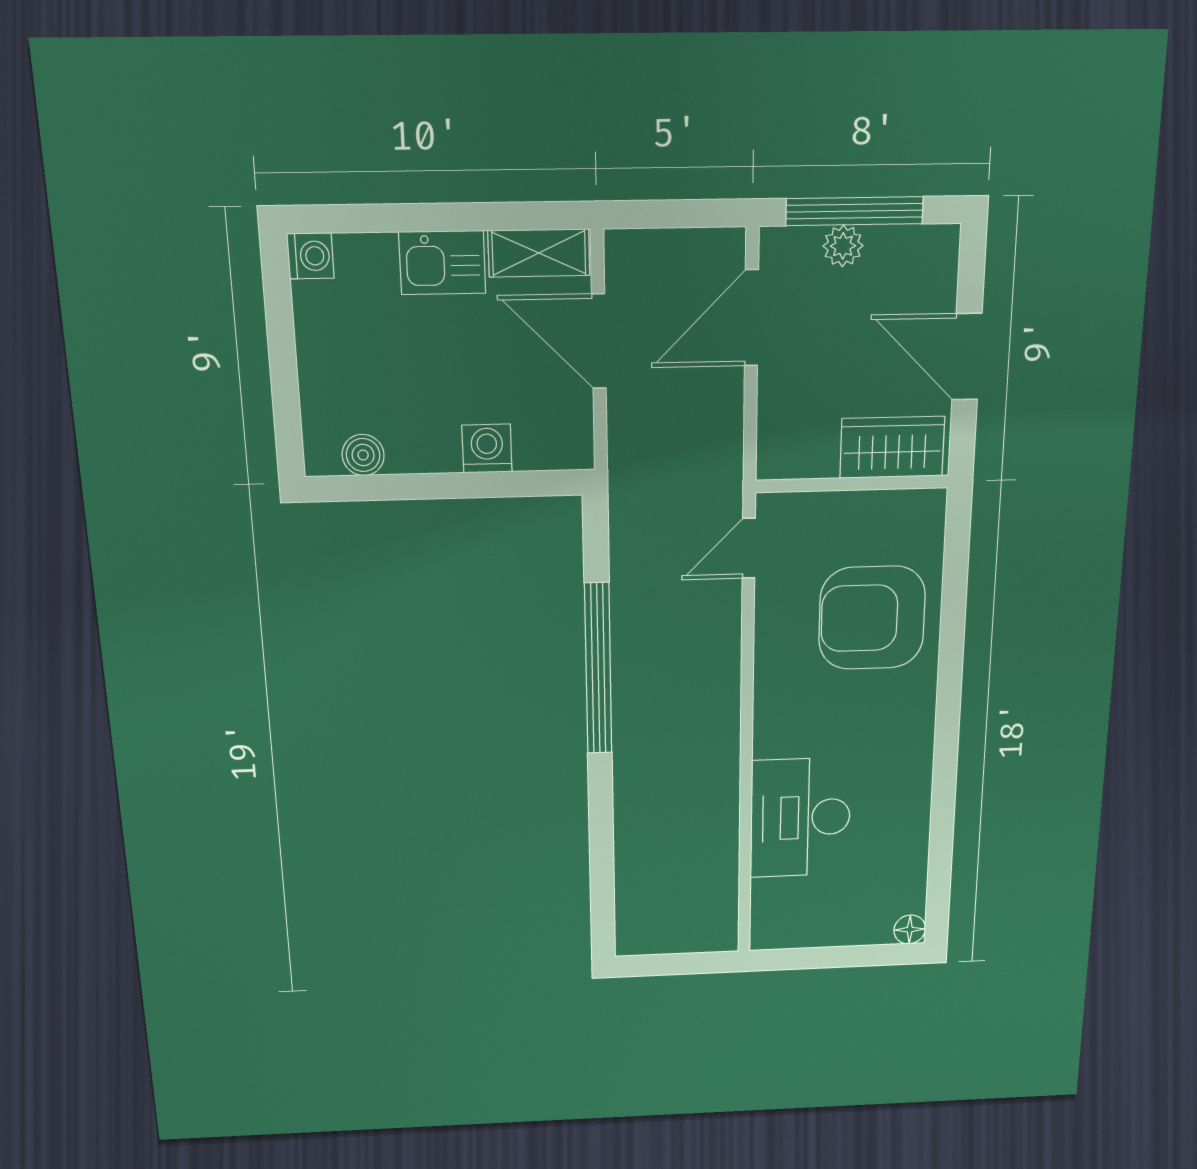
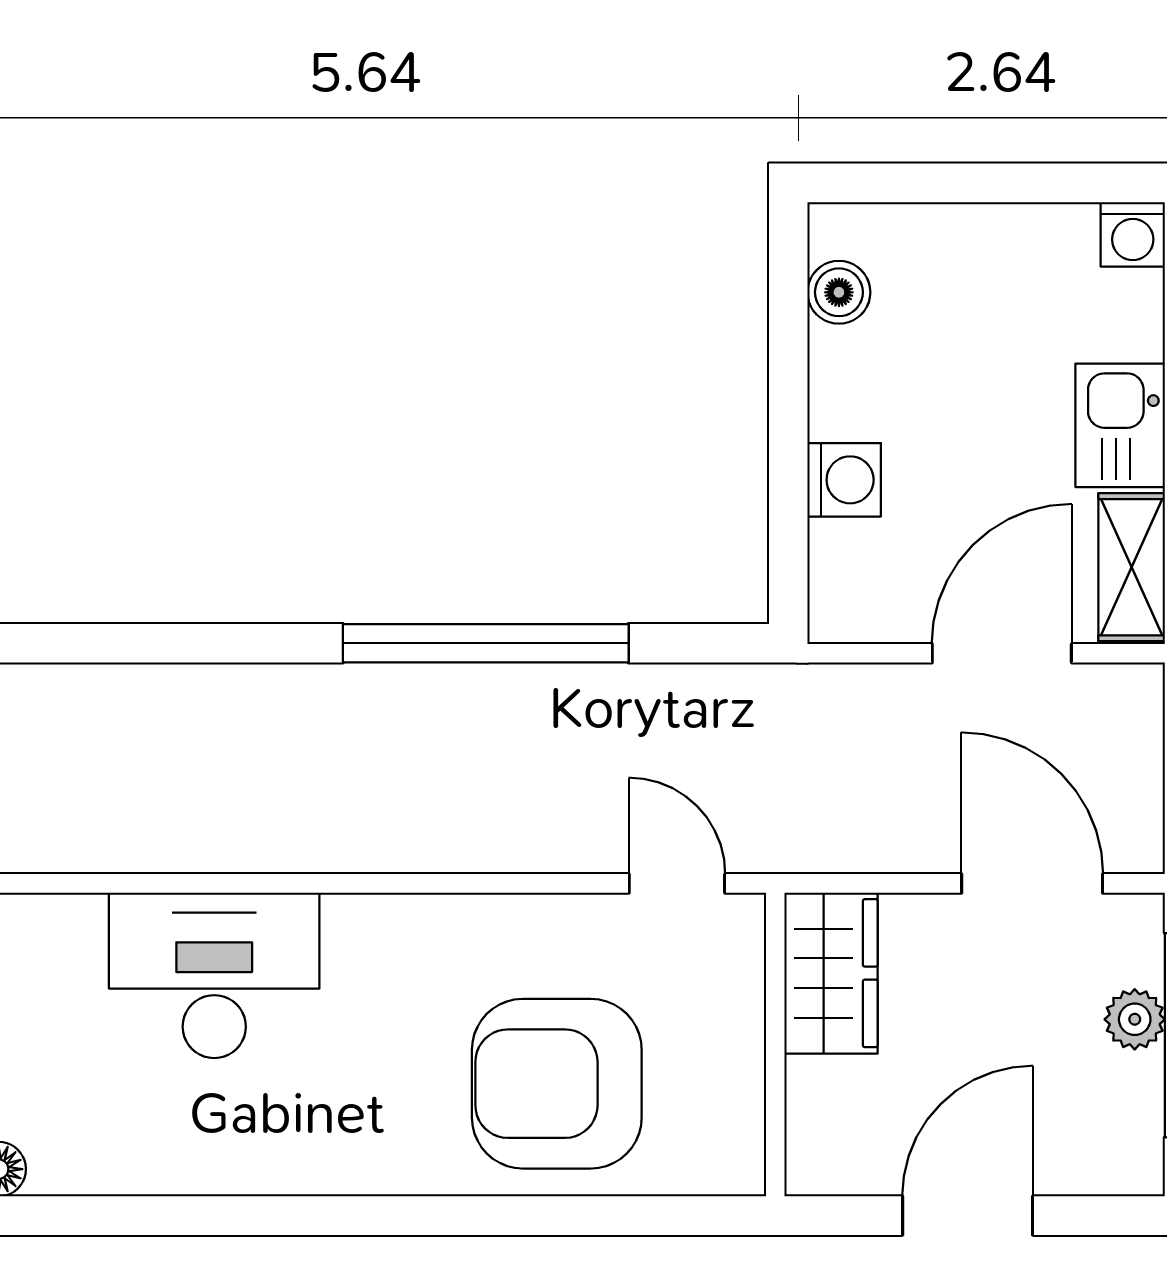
wardrobe: (892, 447) -> (831, 973), moved
armchair: (872, 618) -> (557, 1084), turned -90

